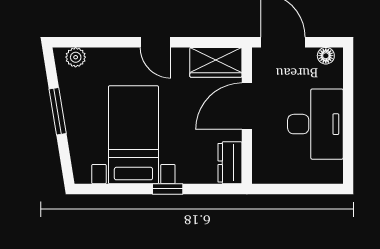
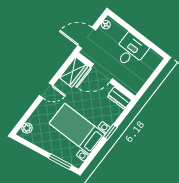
door: (247, 106) -> (101, 73), hinge flipped
window: (58, 111) -> (60, 162), moved
desk: (315, 124) -> (131, 51), width x0.73

